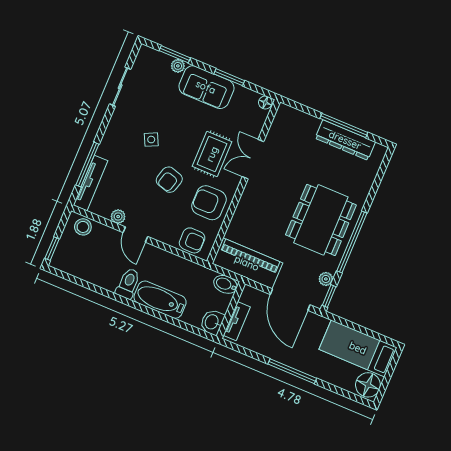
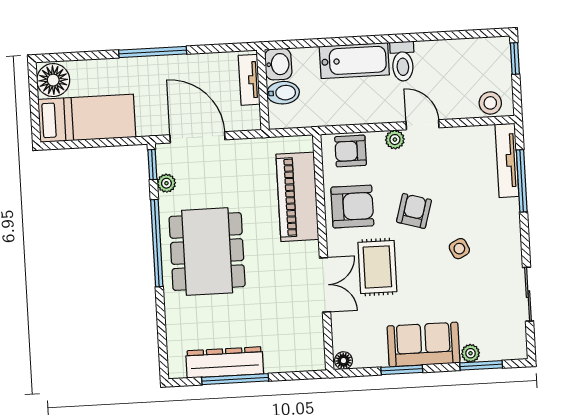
plant: (118, 217) -> (395, 140), moved
piano: (247, 263) -> (297, 197), moved, turned 90
bidet: (225, 284) -> (283, 93), moved

